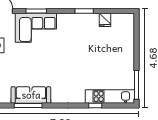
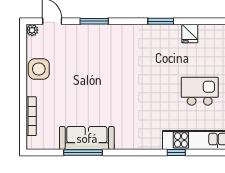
corner sofa: (36, 28) -> (94, 44), removed
kitchen island: (112, 61) -> (200, 91), added

